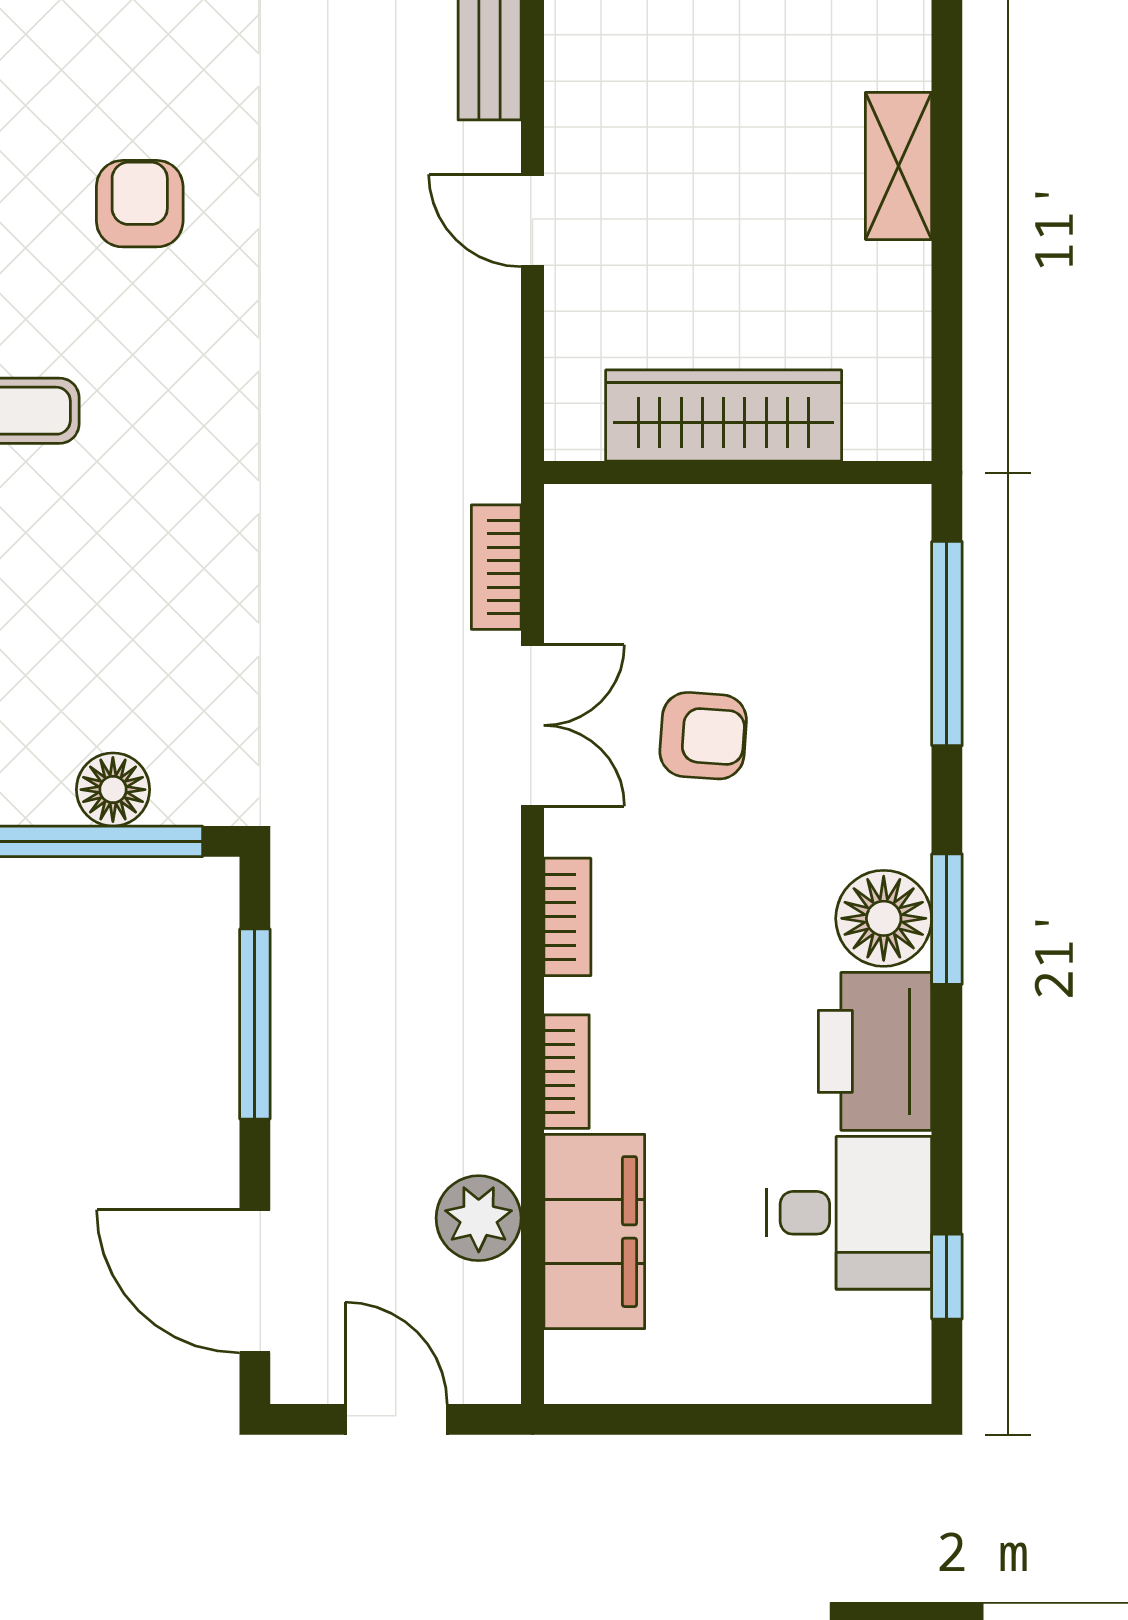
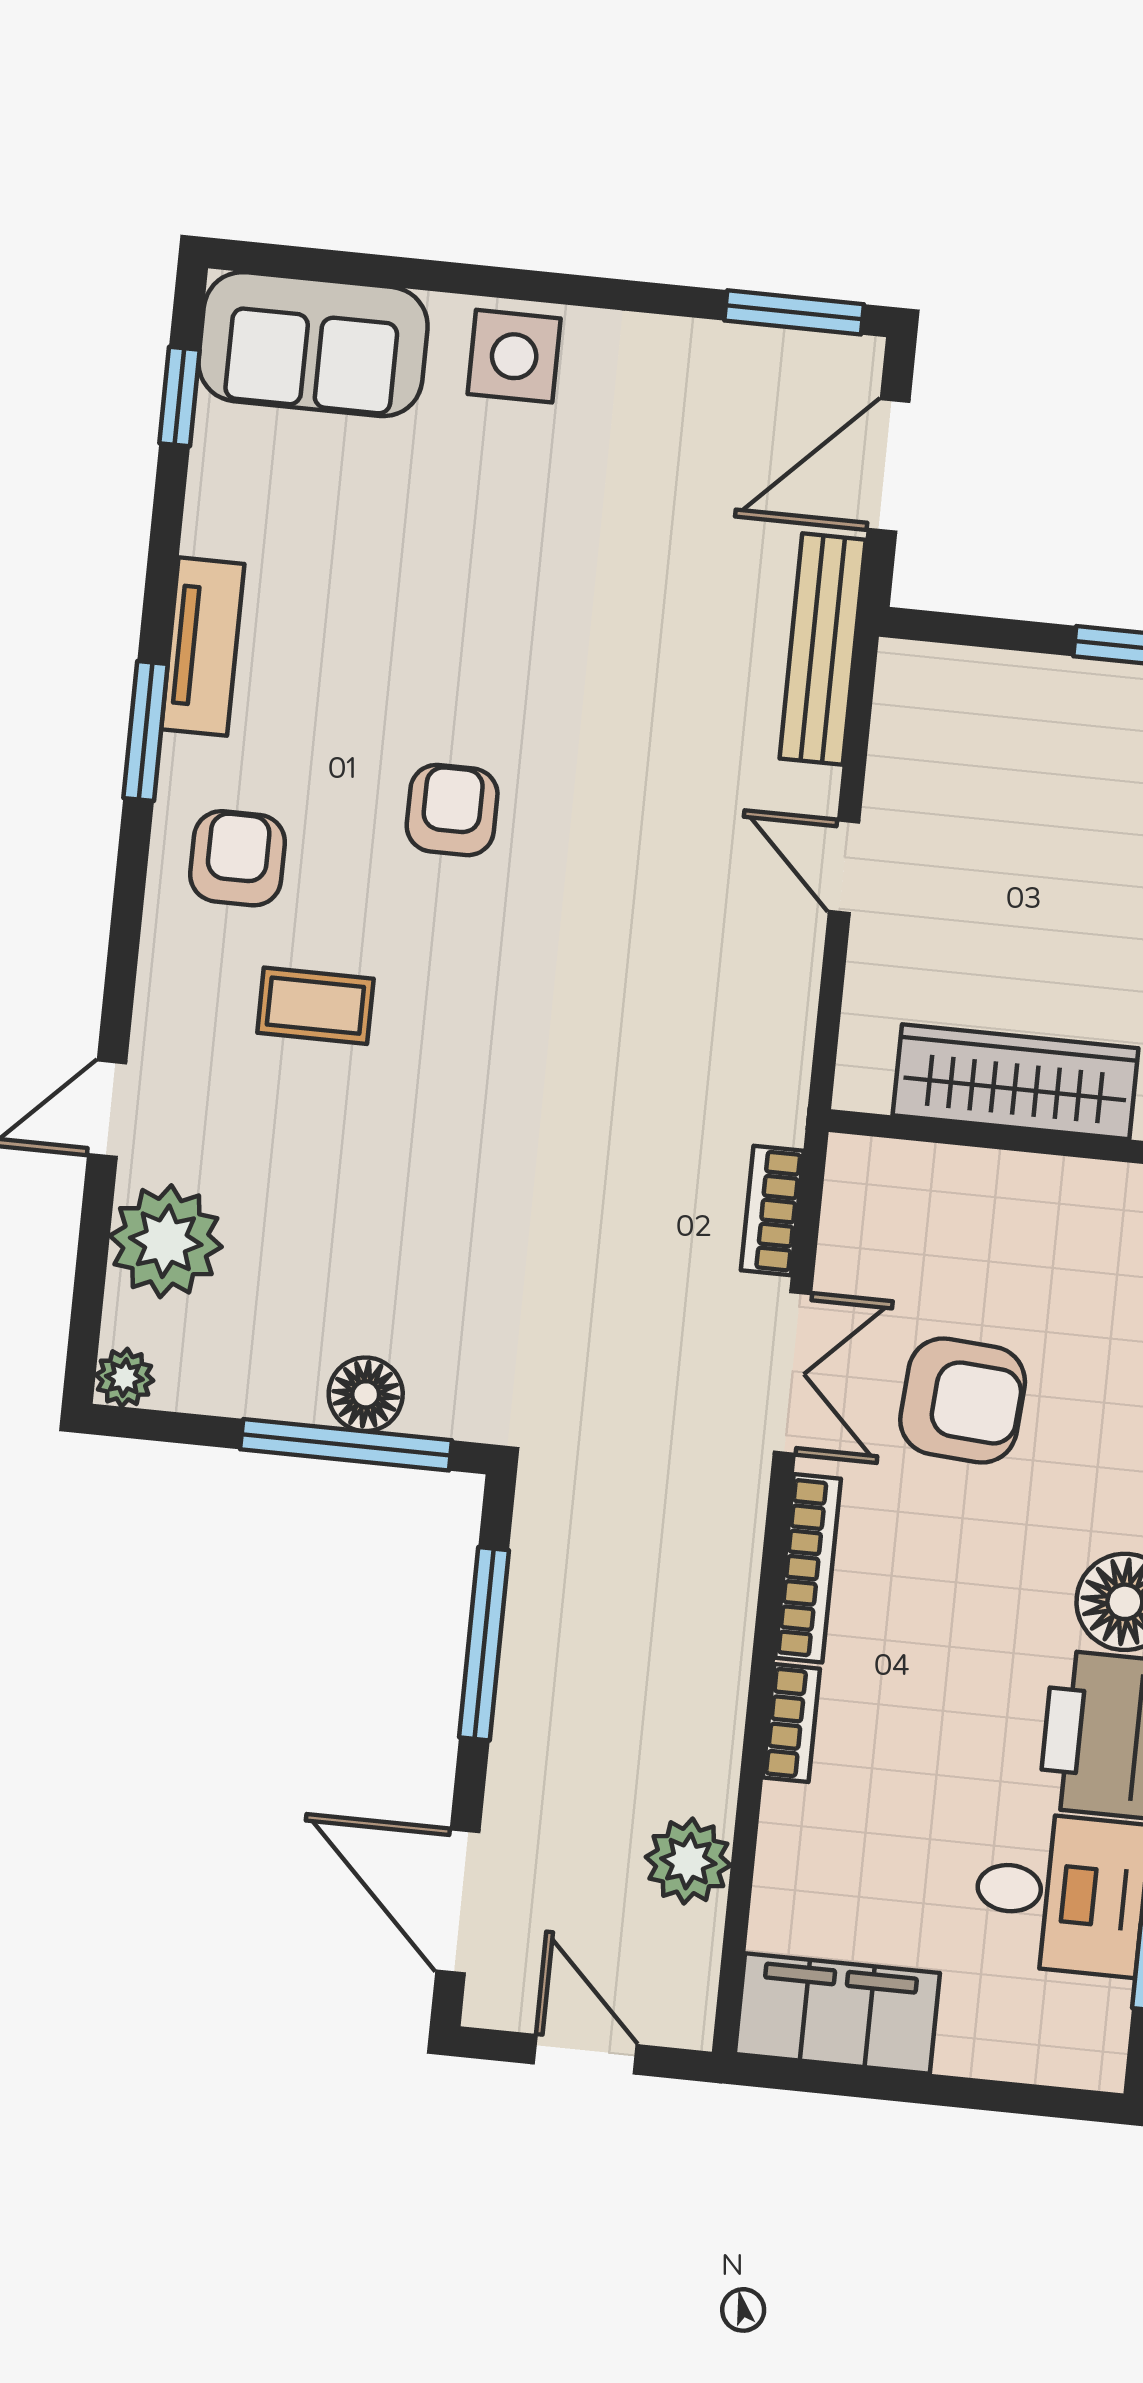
armchair: (703, 736) -> (963, 1400), width x1.38, depth x1.38
bookcase: (567, 917) -> (808, 1568), width x1.56
filing cabinet: (594, 1232) -> (837, 2013), moved, turned -90

